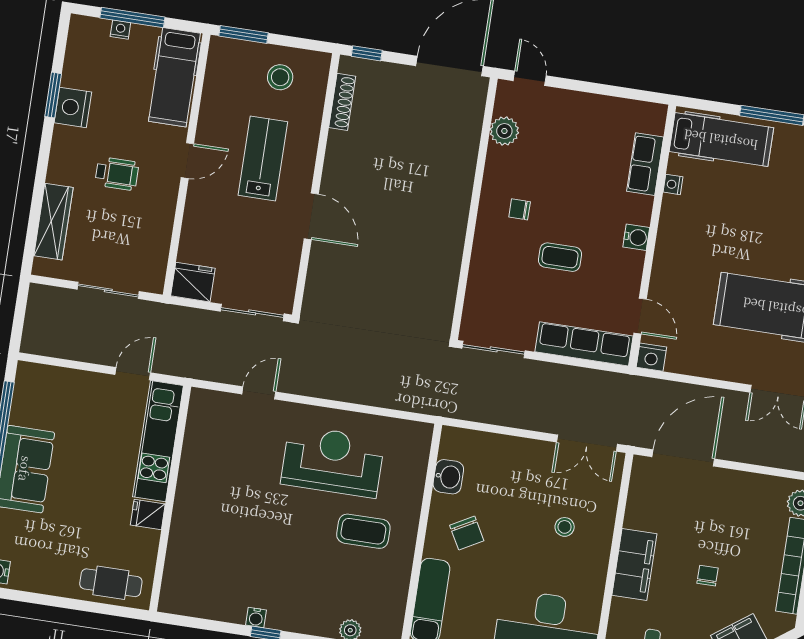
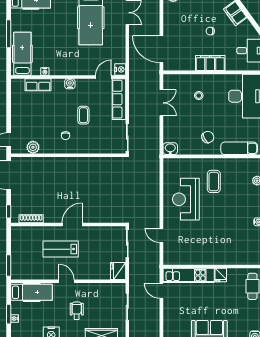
window: (132, 17) -> (9, 314), width x0.69
stool: (280, 77) -> (25, 247), removed
door: (311, 216) -> (72, 225), moved
double door: (587, 443) -> (161, 103), moved
washbasin: (448, 477) -> (170, 149), moved

